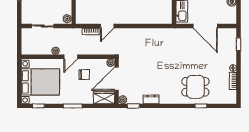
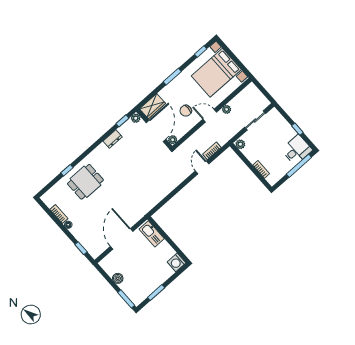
door: (205, 26) -> (122, 239), hinge flipped
door: (71, 57) -> (210, 116), hinge flipped

